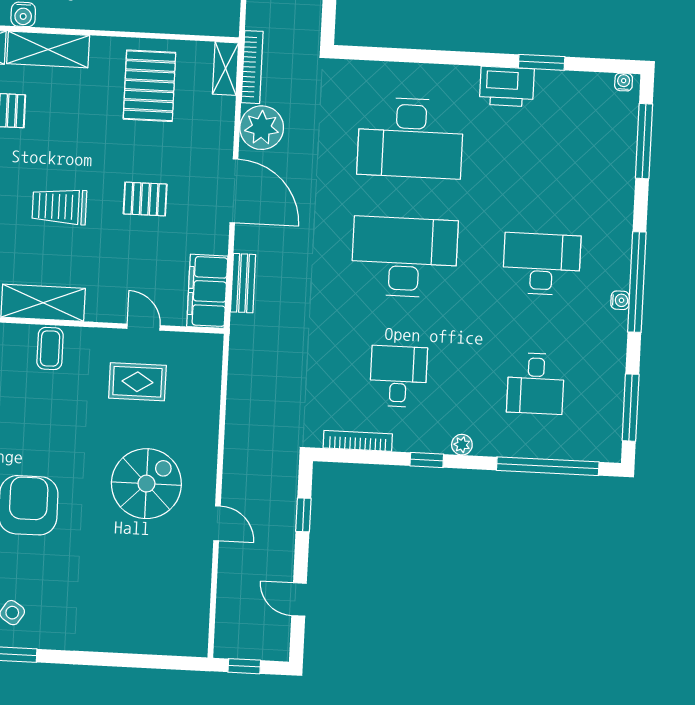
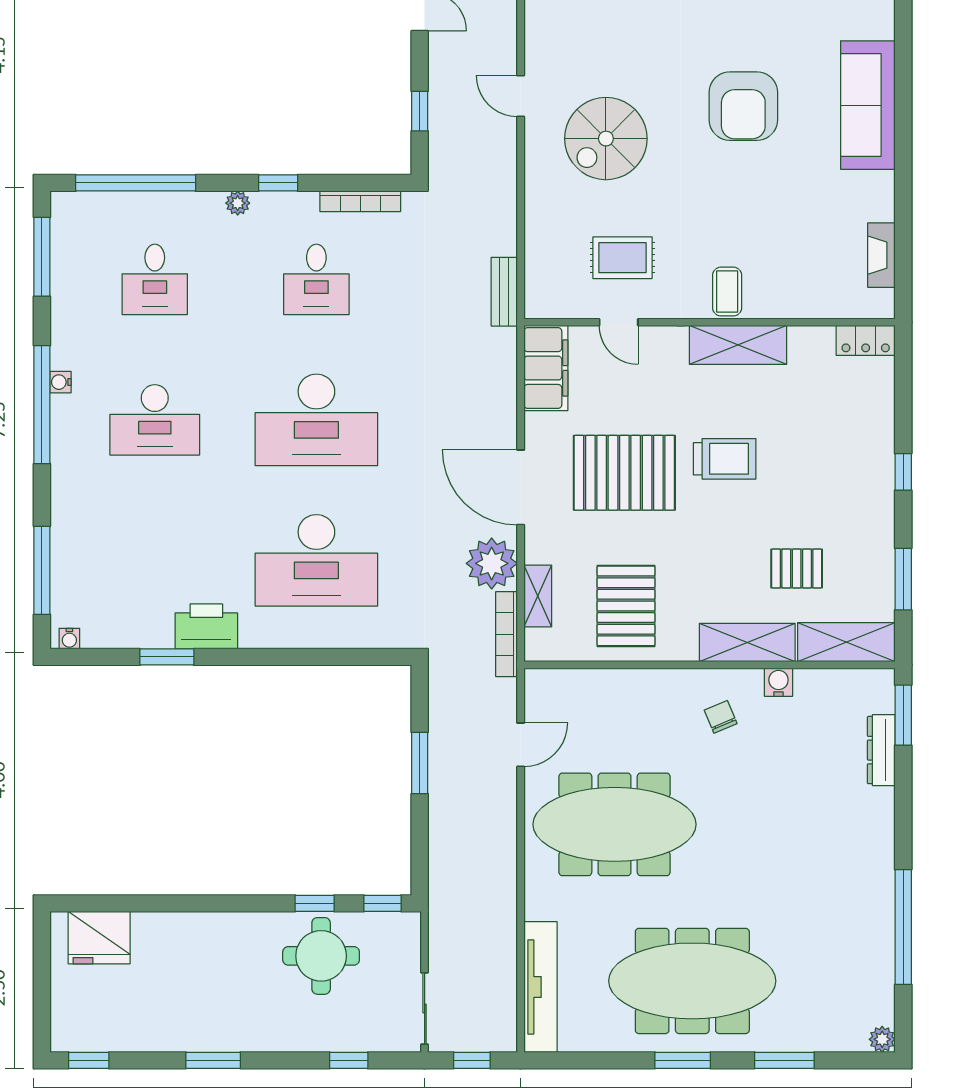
shelving: (226, 68) -> (538, 596), moved
desk: (410, 138) -> (316, 560), turned 180
pallet: (145, 199) -> (624, 473), width x2.05, depth x2.00
bench: (243, 283) -> (504, 292), moved
desk: (536, 383) -> (155, 279), turned 180

